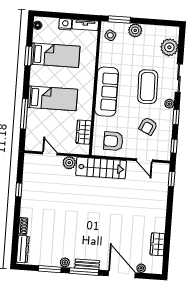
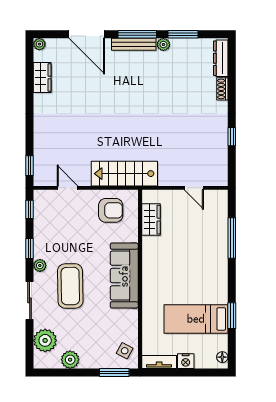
plant: (135, 30) -> (70, 360), moved
bed: (53, 98) -> (196, 261), removed
armchair: (148, 126) -> (66, 234), removed
plant: (69, 163) -> (167, 177), removed
bench: (87, 264) -> (134, 44), width x1.36
plant: (141, 268) -> (39, 44), moved

